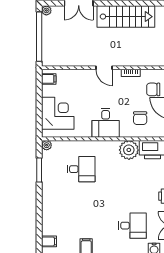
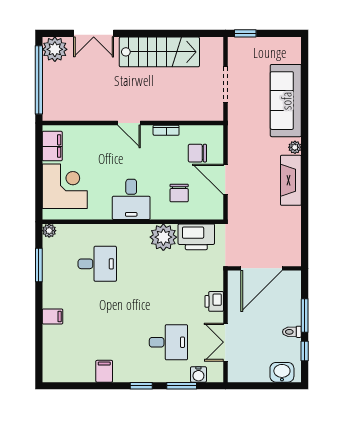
plant: (46, 10) -> (55, 49), width x1.88, depth x1.88
filing cabinet: (49, 79) -> (52, 146), width x2.00
filing cabinet: (49, 241) -> (52, 316), moved

